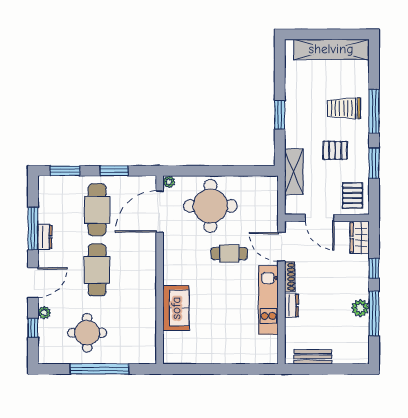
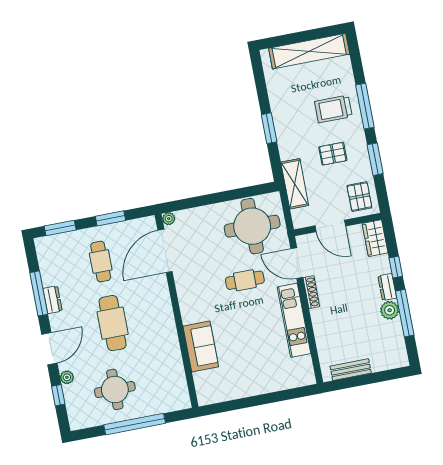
round table: (210, 206) -> (252, 226), moved
cafe table: (97, 210) -> (101, 262), width x0.73, depth x0.74
dresser: (292, 305) -> (387, 287), moved, turned 180

